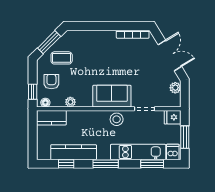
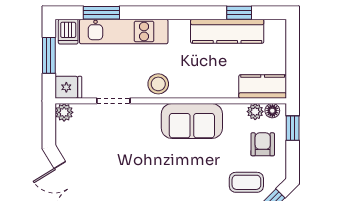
armchair: (51, 82) -> (263, 144), turned 180
plant: (175, 88) -> (64, 112), moved
sofa: (112, 96) -> (192, 121), moved
plant: (70, 102) -> (255, 112), moved
window: (106, 164) -> (176, 13), removed

